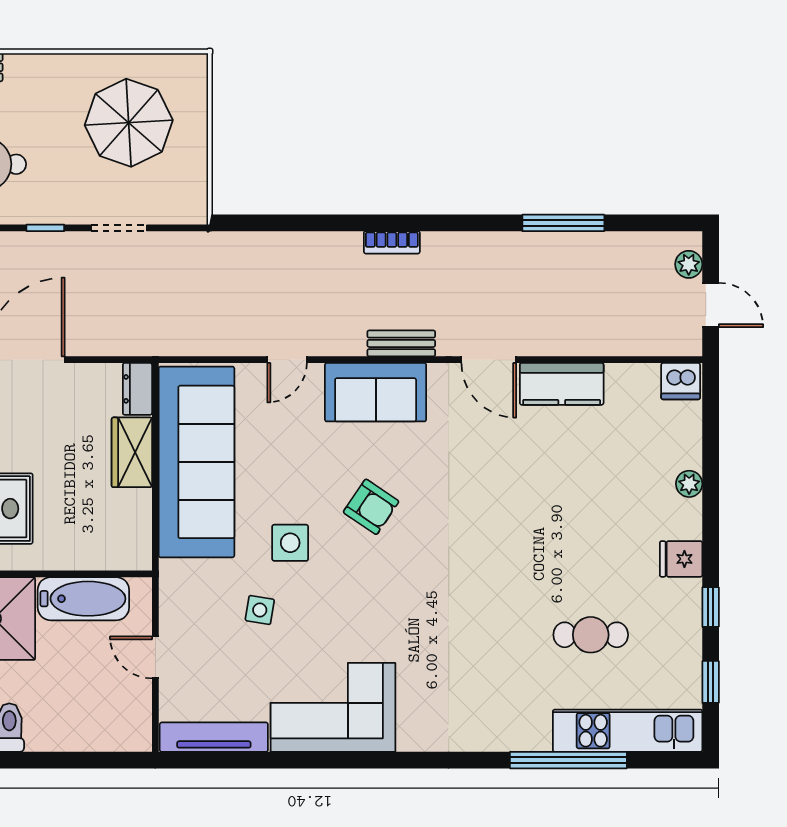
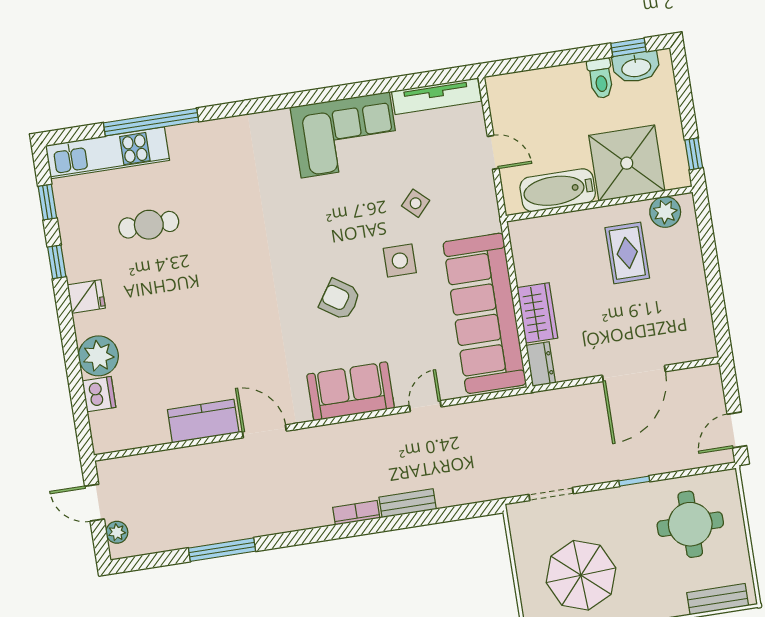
doorway: (119, 228) -> (551, 494), moved
bench: (401, 343) -> (408, 503), moved
dishwasher: (681, 381) -> (99, 394), moved, turned 90
plant: (689, 484) -> (98, 356), width x1.88, depth x1.88
side table: (260, 610) -> (416, 203), turned 34

